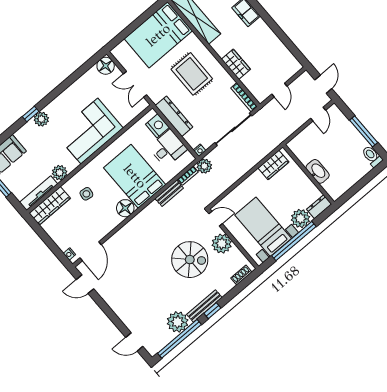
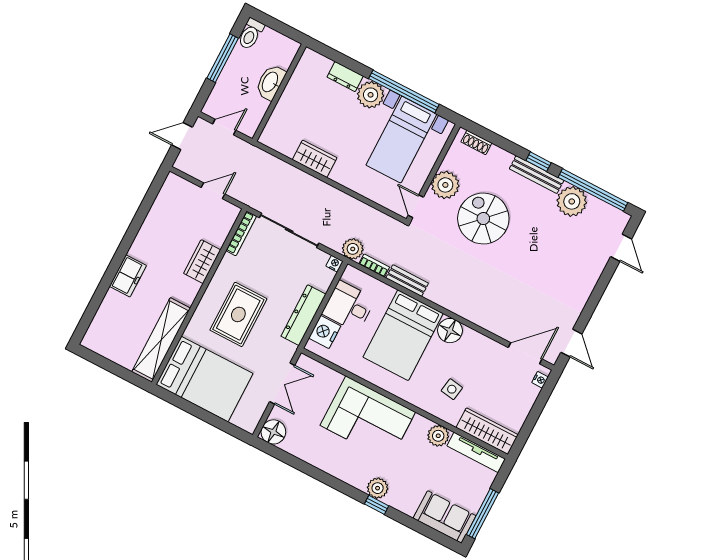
washbasin: (318, 171) -> (270, 82), moved
wall: (308, 174) -> (279, 93), moved

